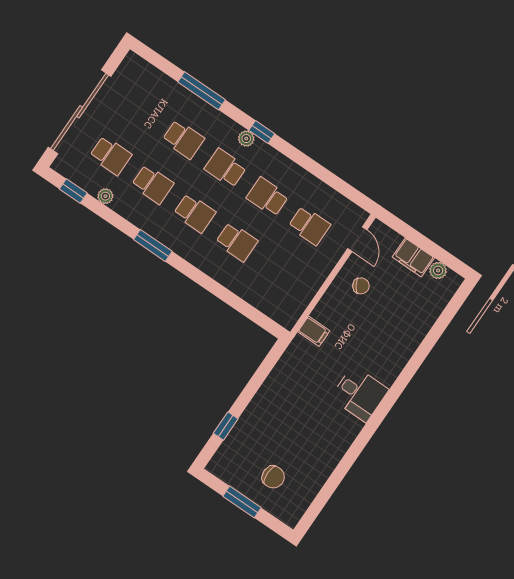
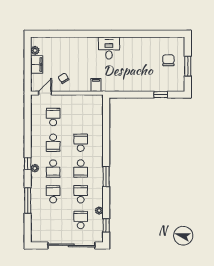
school desk: (195, 213) -> (81, 168), turned 180

